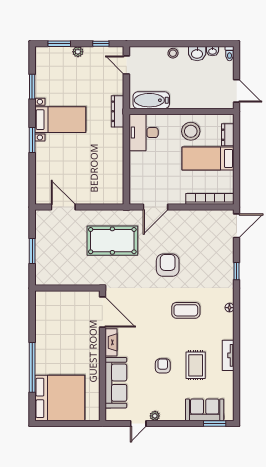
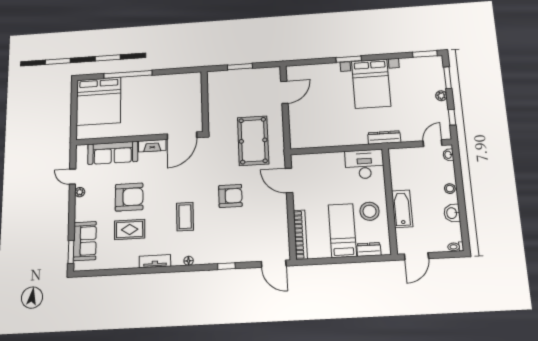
washbasin: (212, 51) -> (448, 155), moved
window: (32, 87) -> (425, 54), moved
bathtub: (151, 100) -> (402, 209), moved
bed with nightstands: (60, 120) -> (371, 84), width x1.36
tv unit: (228, 355) -> (155, 261), moved
armchair: (163, 366) -> (129, 197), width x1.88, depth x1.88

